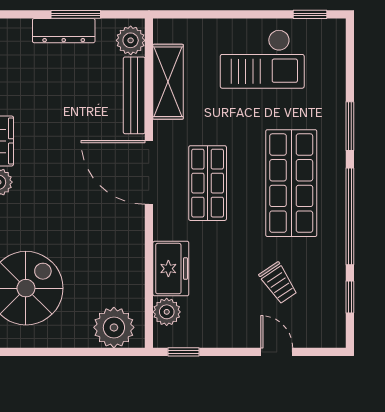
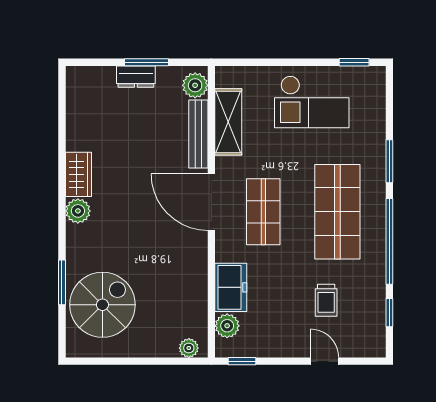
dresser: (64, 31) -> (136, 77), width x0.70
trolley: (278, 283) -> (326, 300), turned 34
plant: (114, 327) -> (189, 348), width x0.53, depth x0.53

